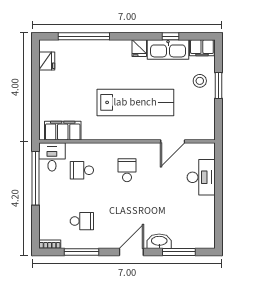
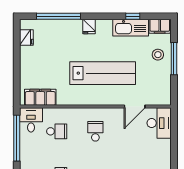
fridge: (139, 48) -> (89, 27), moved
window: (219, 85) -> (174, 59), width x1.44
school desk: (82, 170) -> (57, 131), turned 180
desk: (201, 177) -> (159, 123), moved

